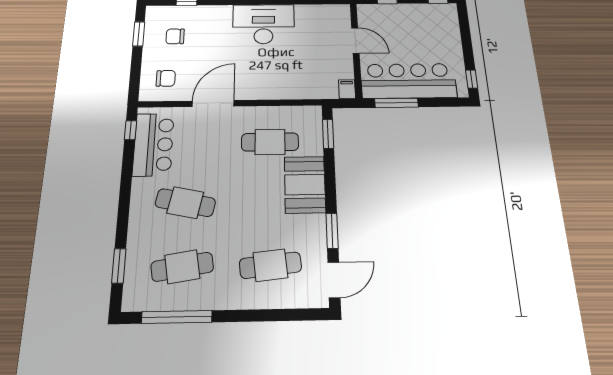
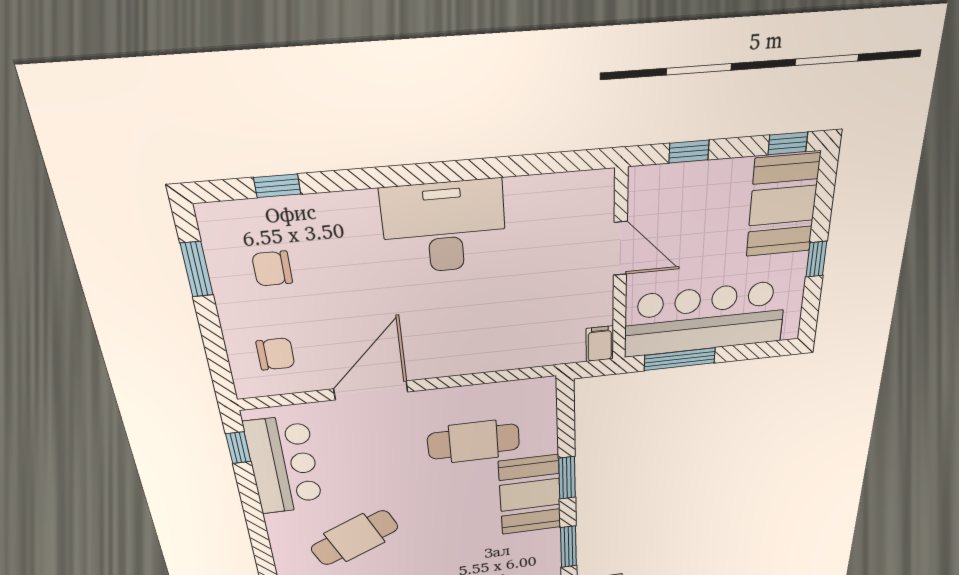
booth: (442, 26) -> (783, 206), added
window: (472, 79) -> (816, 259), moved
window: (328, 134) -> (567, 478), moved
cafe table: (185, 203) -> (355, 538), turned -36

